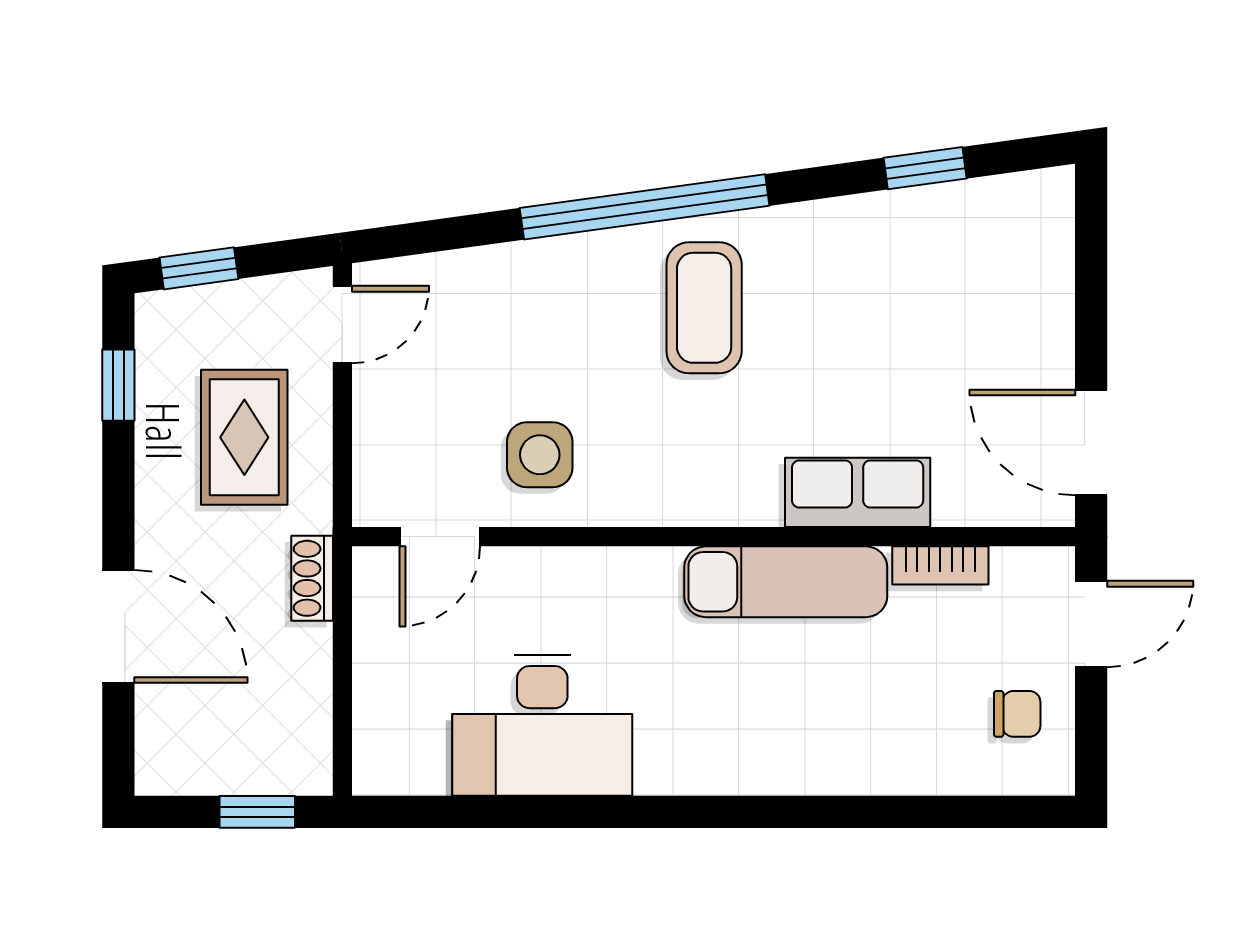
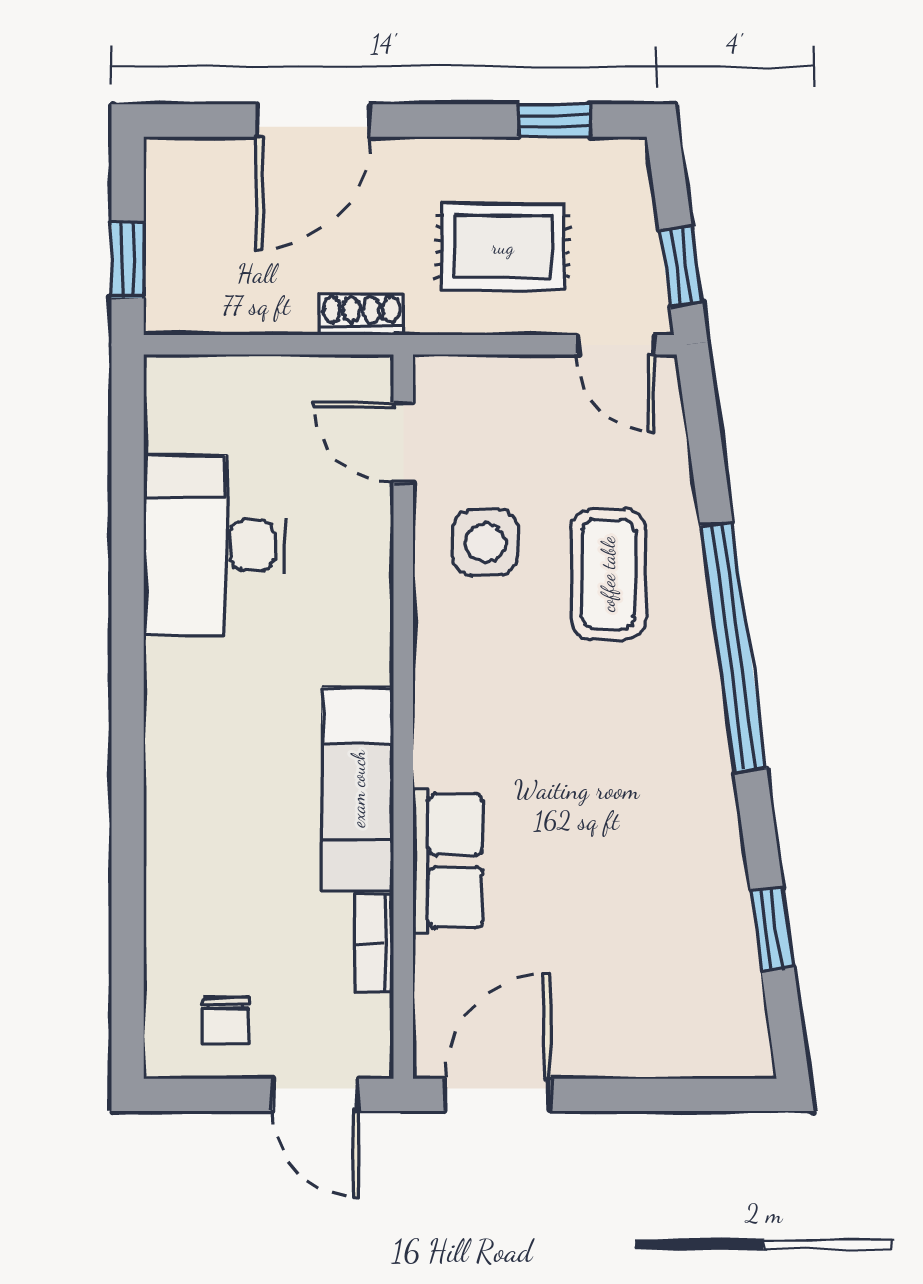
window: (199, 268) -> (681, 267), moved
coffee table: (704, 308) -> (608, 574), moved, turned 90

